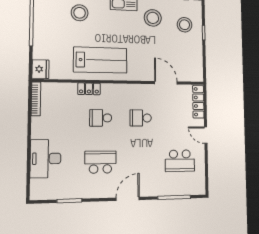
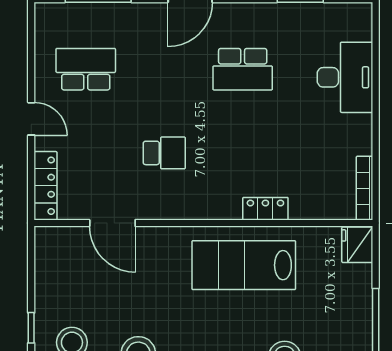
school desk: (101, 118) -> (243, 153), removed

